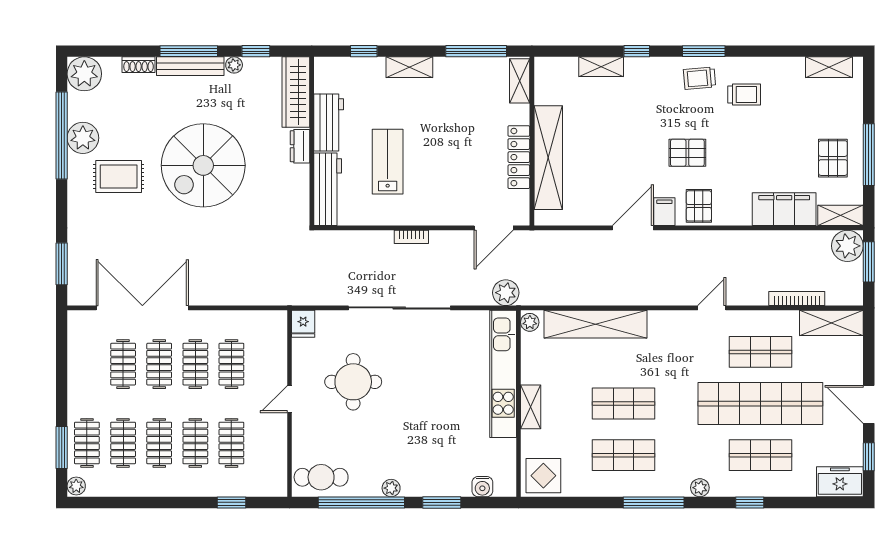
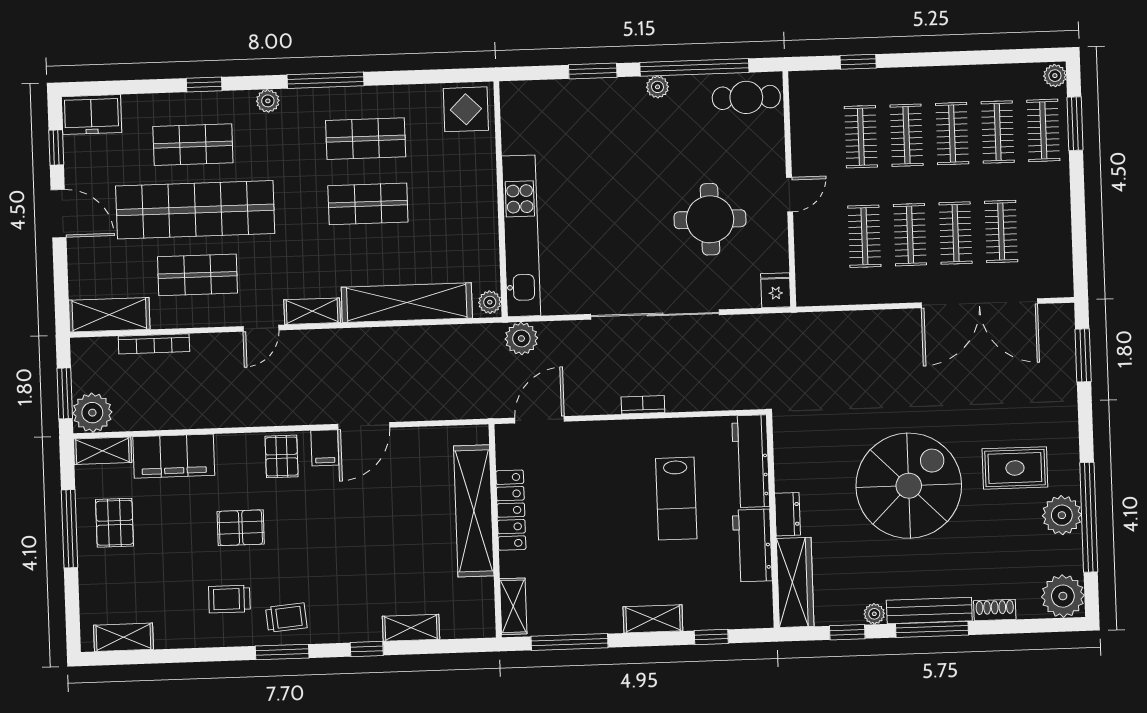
pallet: (687, 153) -> (241, 528), moved
shelving: (531, 407) -> (312, 311), moved, turned 90
water cooler: (482, 487) -> (542, 93), removed

